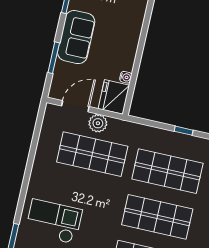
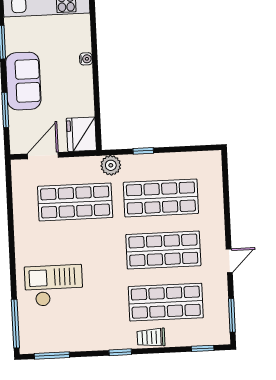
water cooler: (126, 77) -> (86, 59), moved
plant: (98, 123) -> (111, 165), moved
window: (184, 131) -> (143, 151), moved

